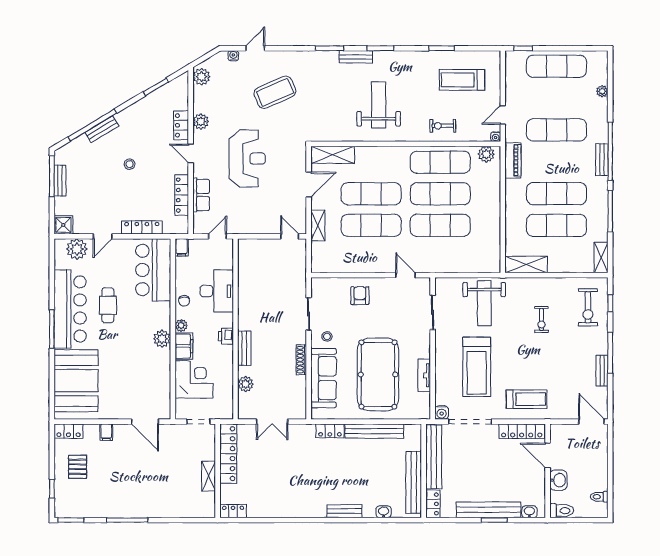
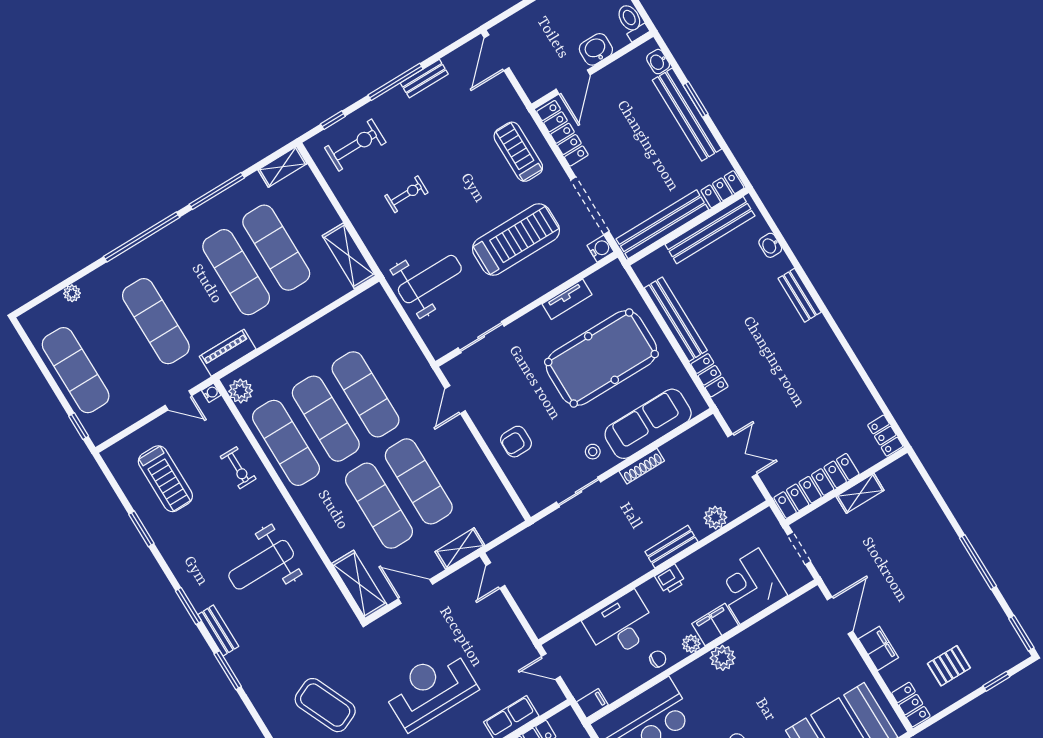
bench: (602, 160) -> (158, 241), removed
filing cabinet: (106, 432) -> (878, 648), width x2.00

